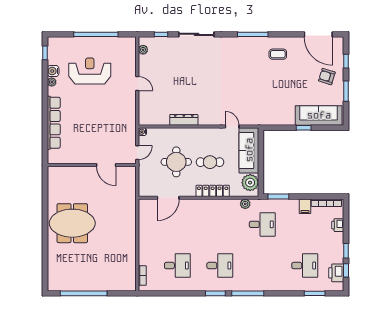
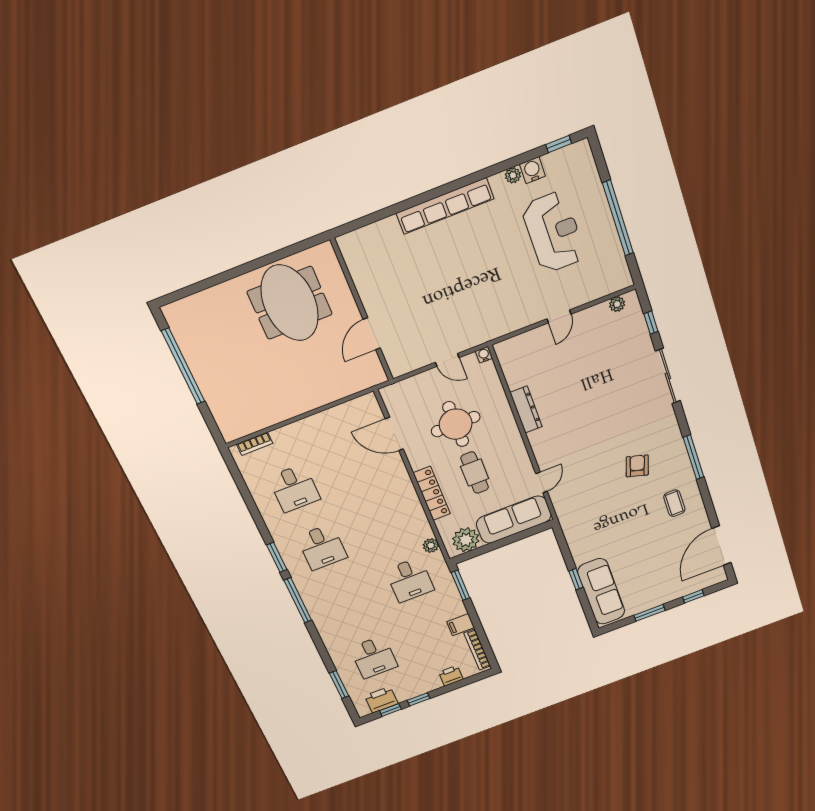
armchair: (327, 77) -> (637, 466), moved
wall: (92, 165) -> (362, 311), moved
door: (106, 165) -> (372, 334), moved

